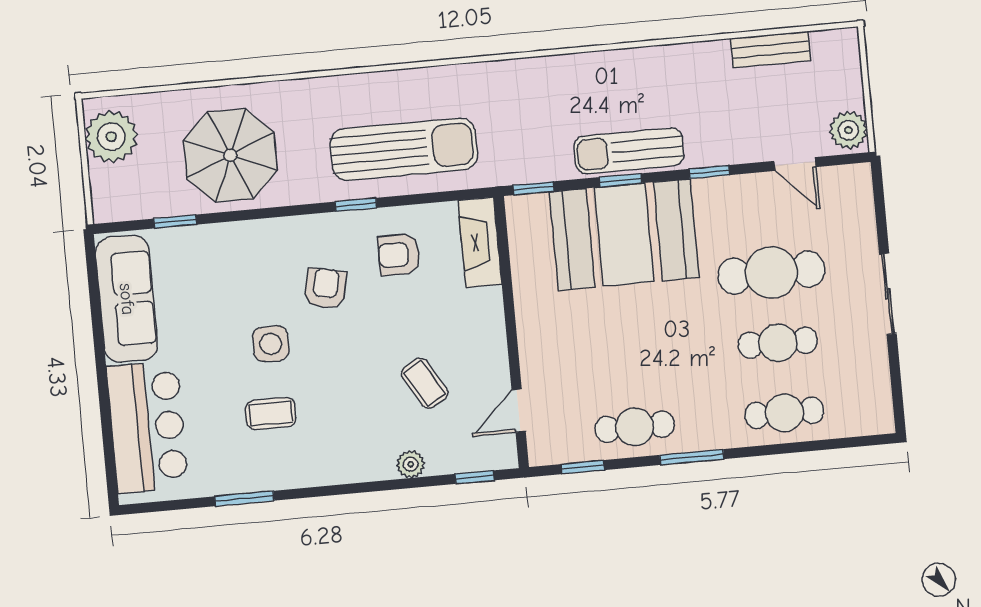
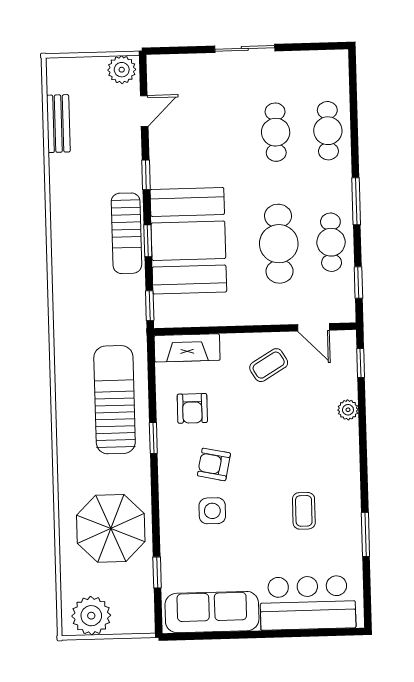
cafe table: (771, 273) -> (279, 244), moved
side table: (271, 344) -> (212, 511), moved
coffee table: (425, 383) -> (269, 365), moved

